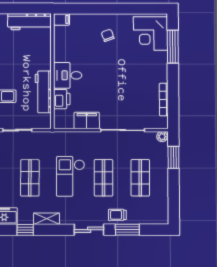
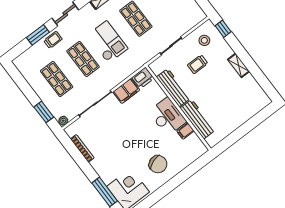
filing cabinet: (62, 19) -> (185, 131), moved
workbench: (29, 22) -> (198, 119), moved, turned 90
chair: (108, 35) -> (158, 164), width x1.87, depth x1.87
desk: (68, 75) -> (168, 117), width x1.37
printer: (62, 99) -> (143, 78), moved, turned -90

